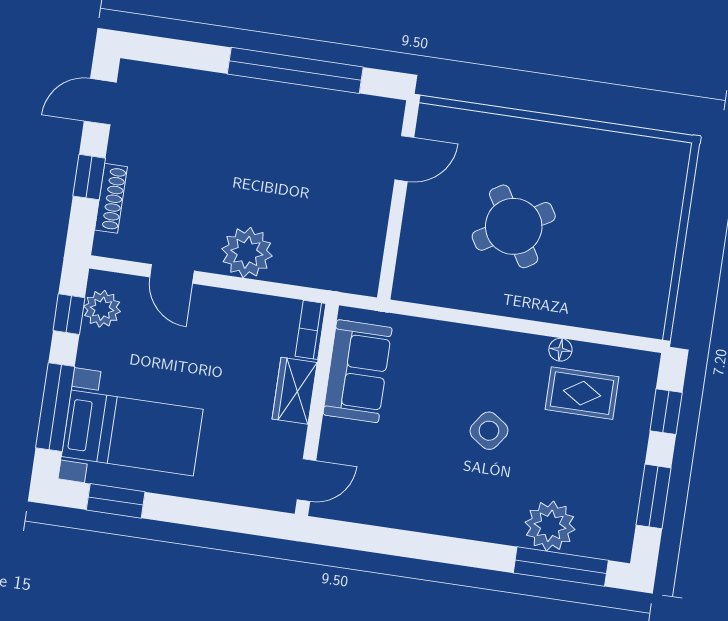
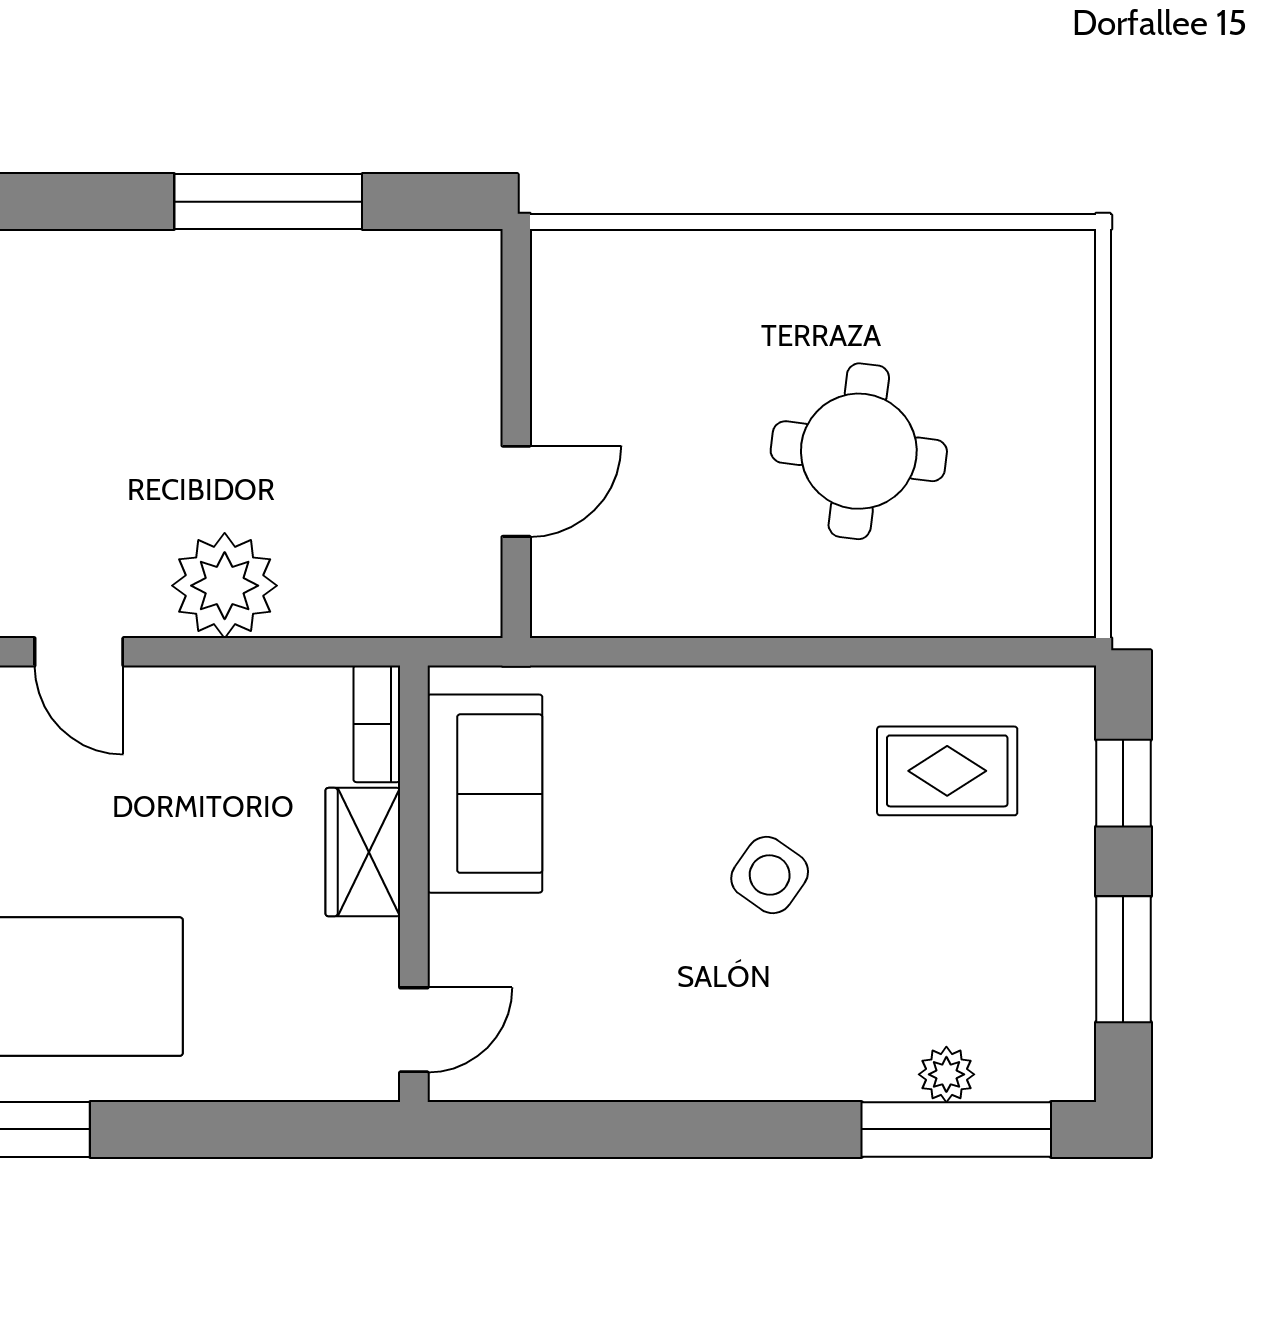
window: (295, 70) -> (268, 202), width x0.68
door: (404, 159) -> (516, 491), moved
round table: (514, 226) -> (859, 451), moved, turned 38
floor lamp: (560, 350) -> (890, 689), removed
plant: (550, 526) -> (946, 1074), width x0.53, depth x0.53

